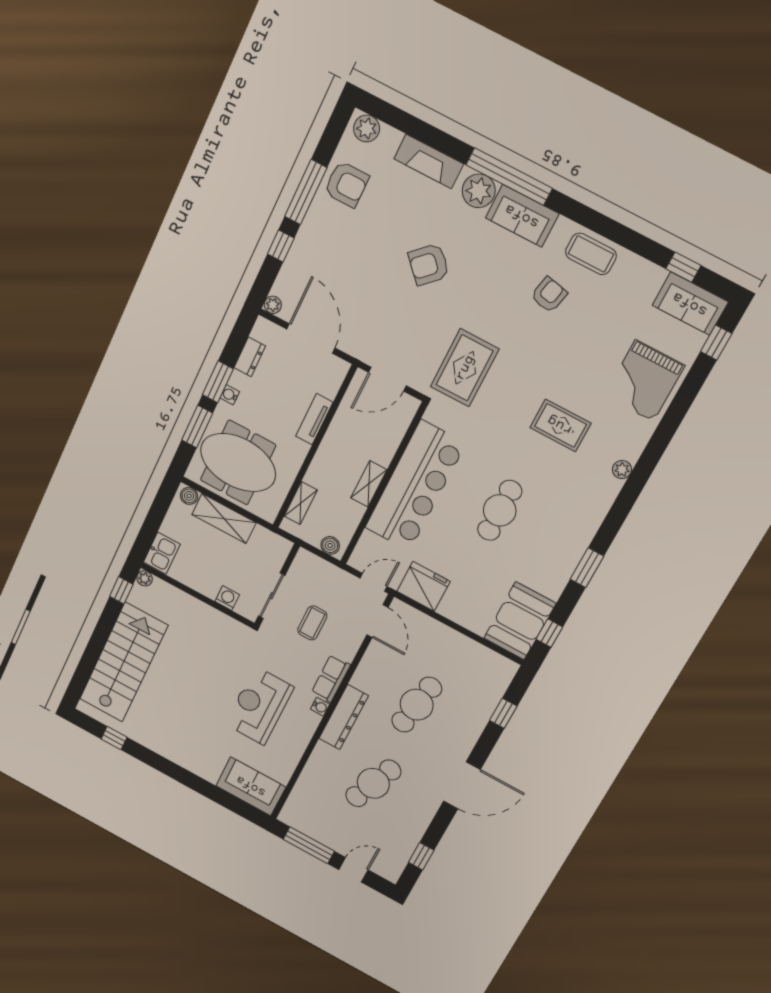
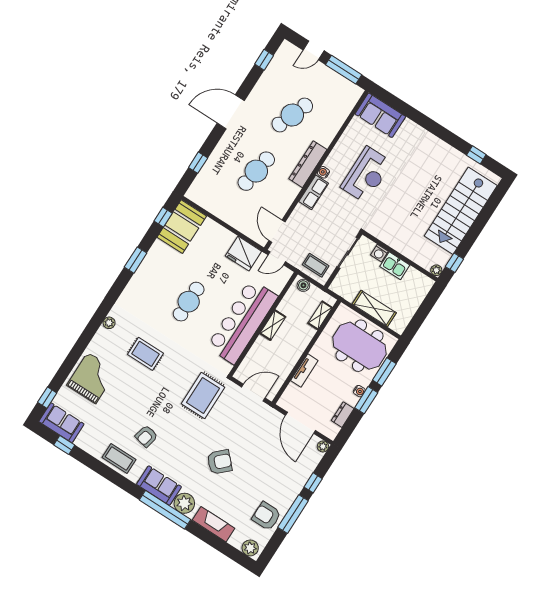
boiler: (189, 496) -> (396, 326), removed
kitchen sink: (162, 553) -> (395, 266), moved, turned -90
coffee table: (312, 623) -> (316, 265), moved, turned 90

